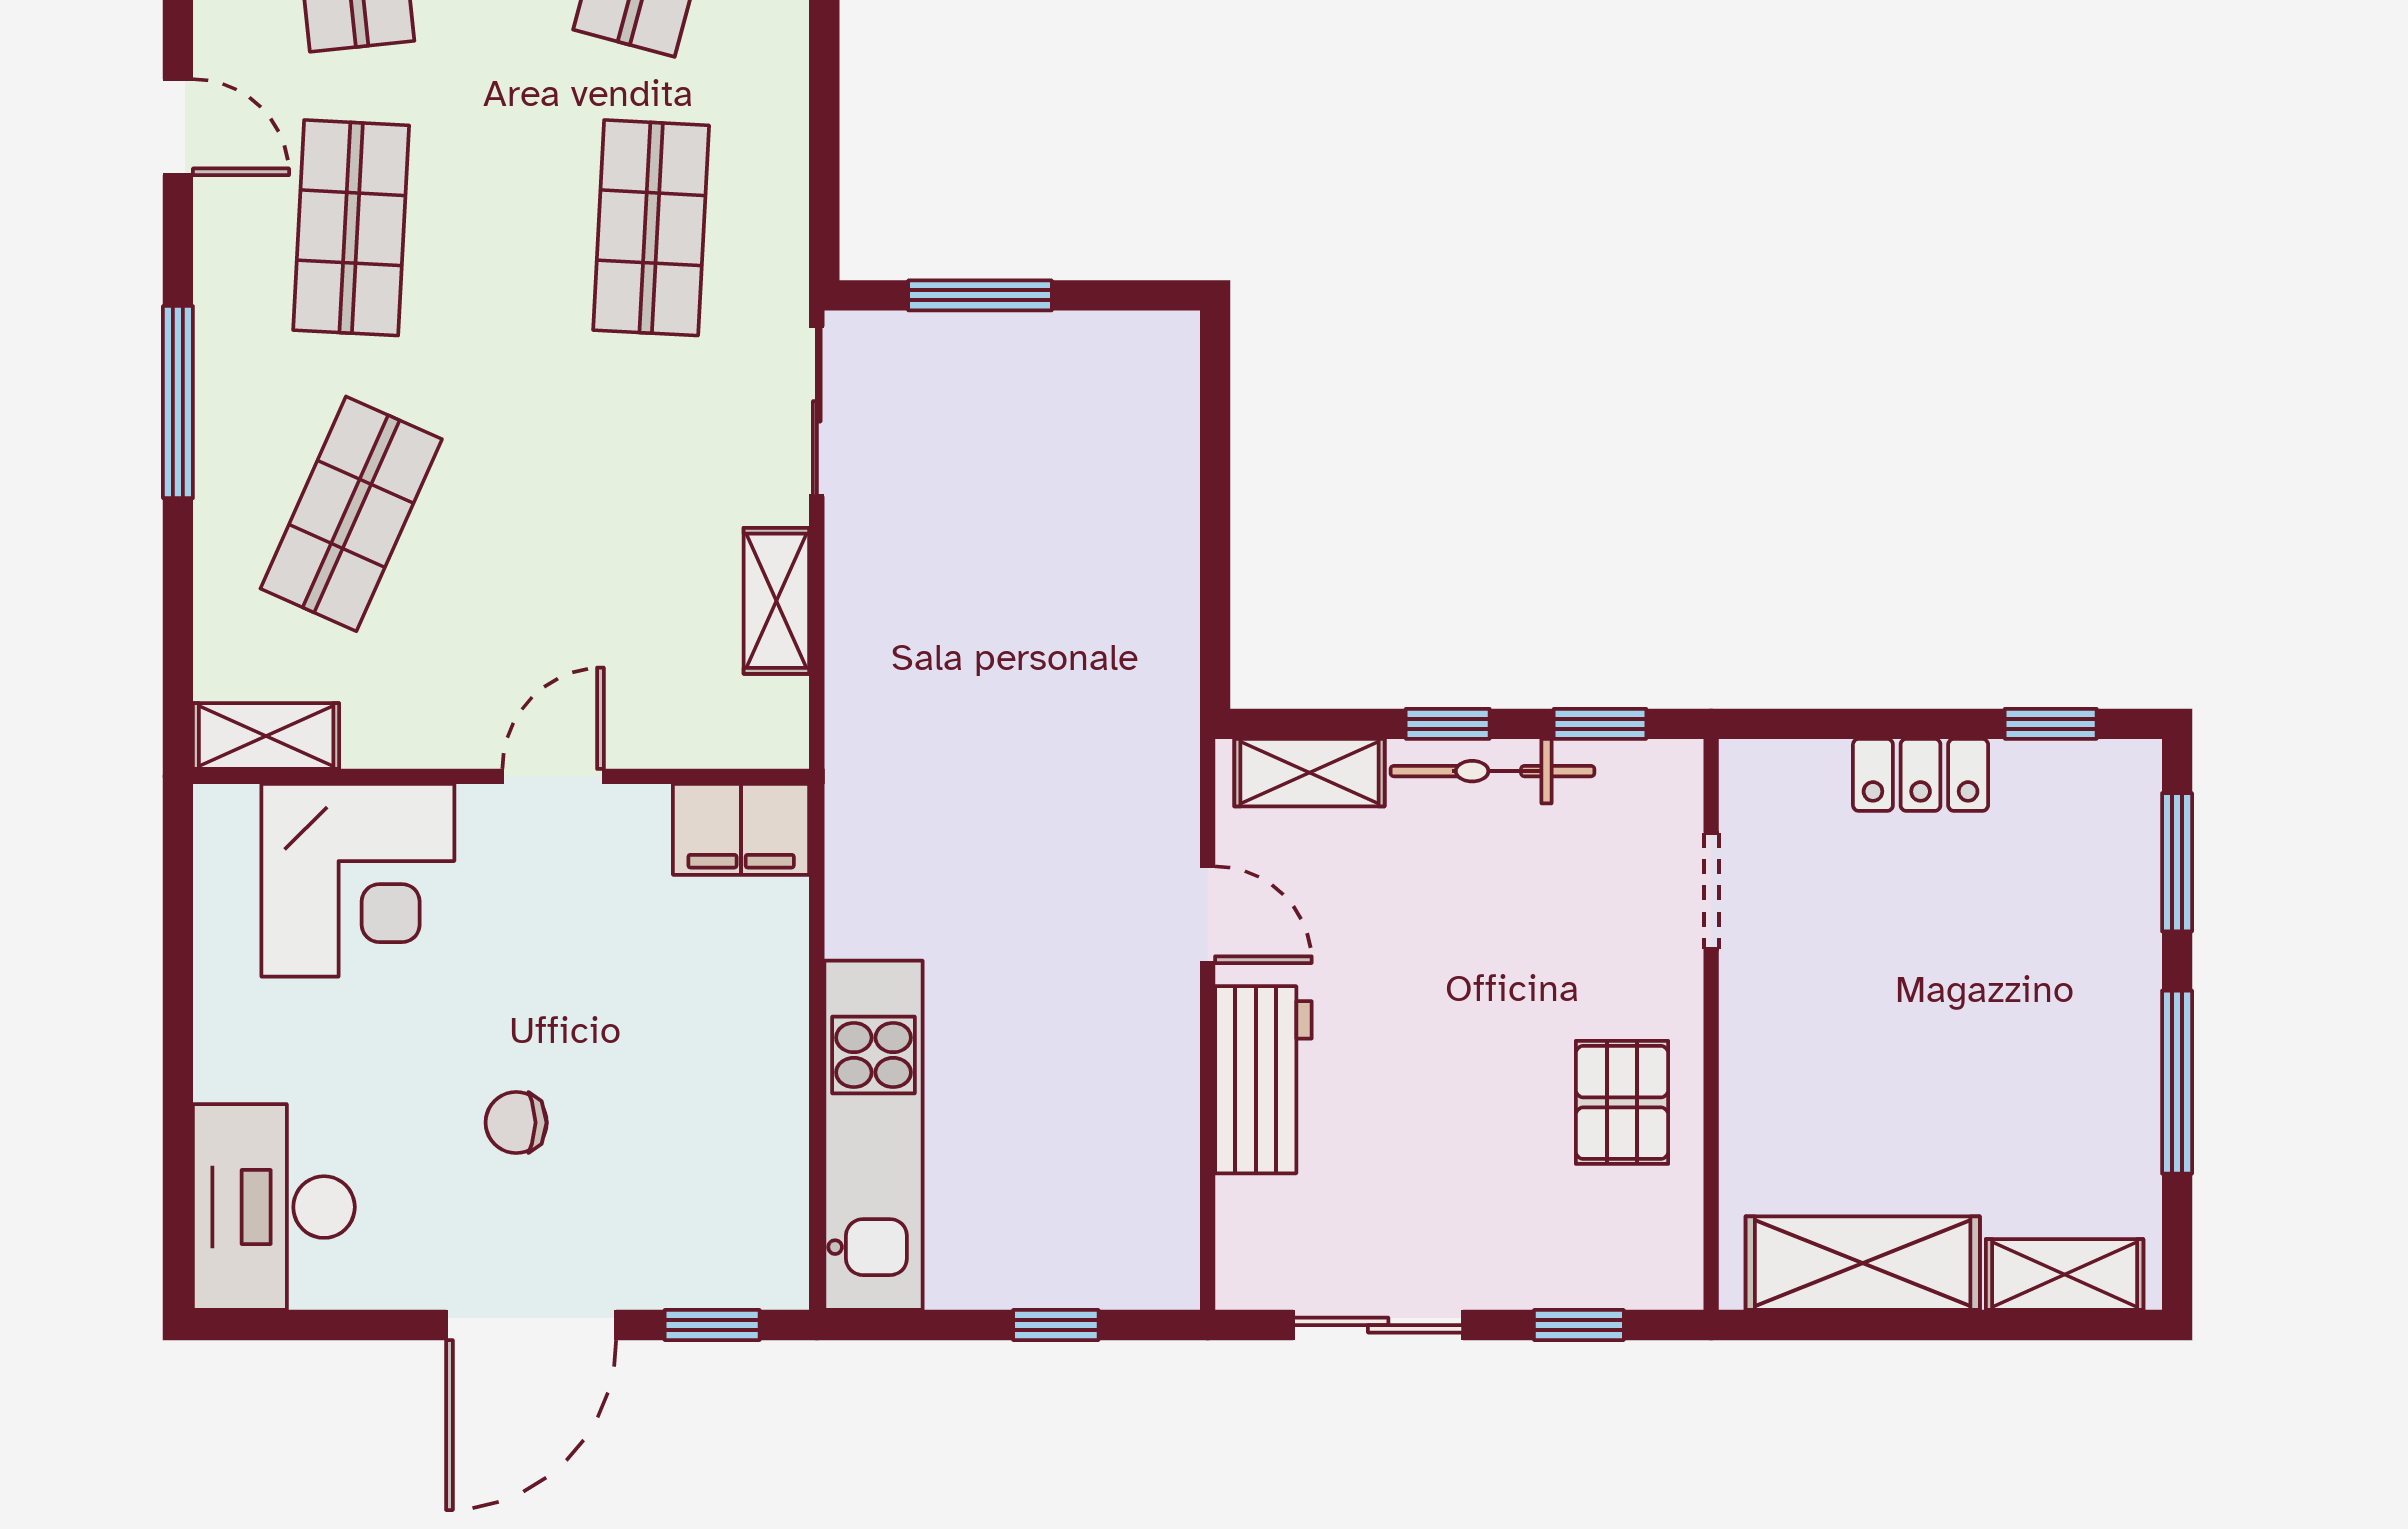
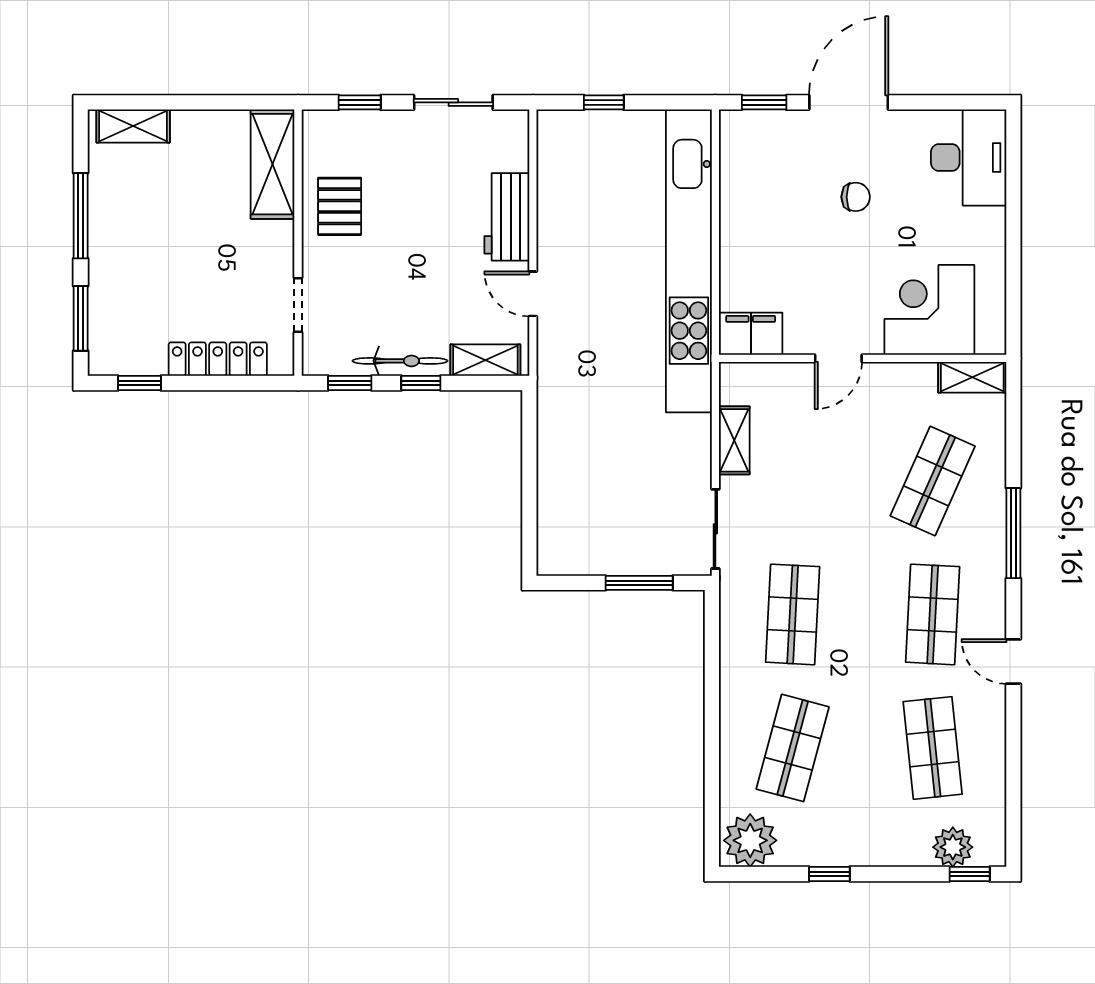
locker: (1921, 775) -> (218, 359), width x1.53
kitchen unit: (873, 1135) -> (689, 261), width x1.86
shelving: (1863, 1263) -> (273, 164), moved, turned 90

